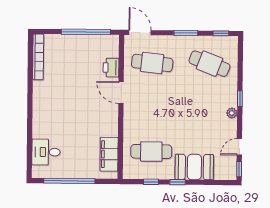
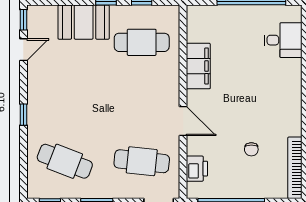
printer: (111, 68) -> (197, 169), moved
chair: (70, 71) -> (251, 149), added
plant: (232, 113) -> (34, 95), removed
filing cabinet: (109, 154) -> (198, 66), moved

